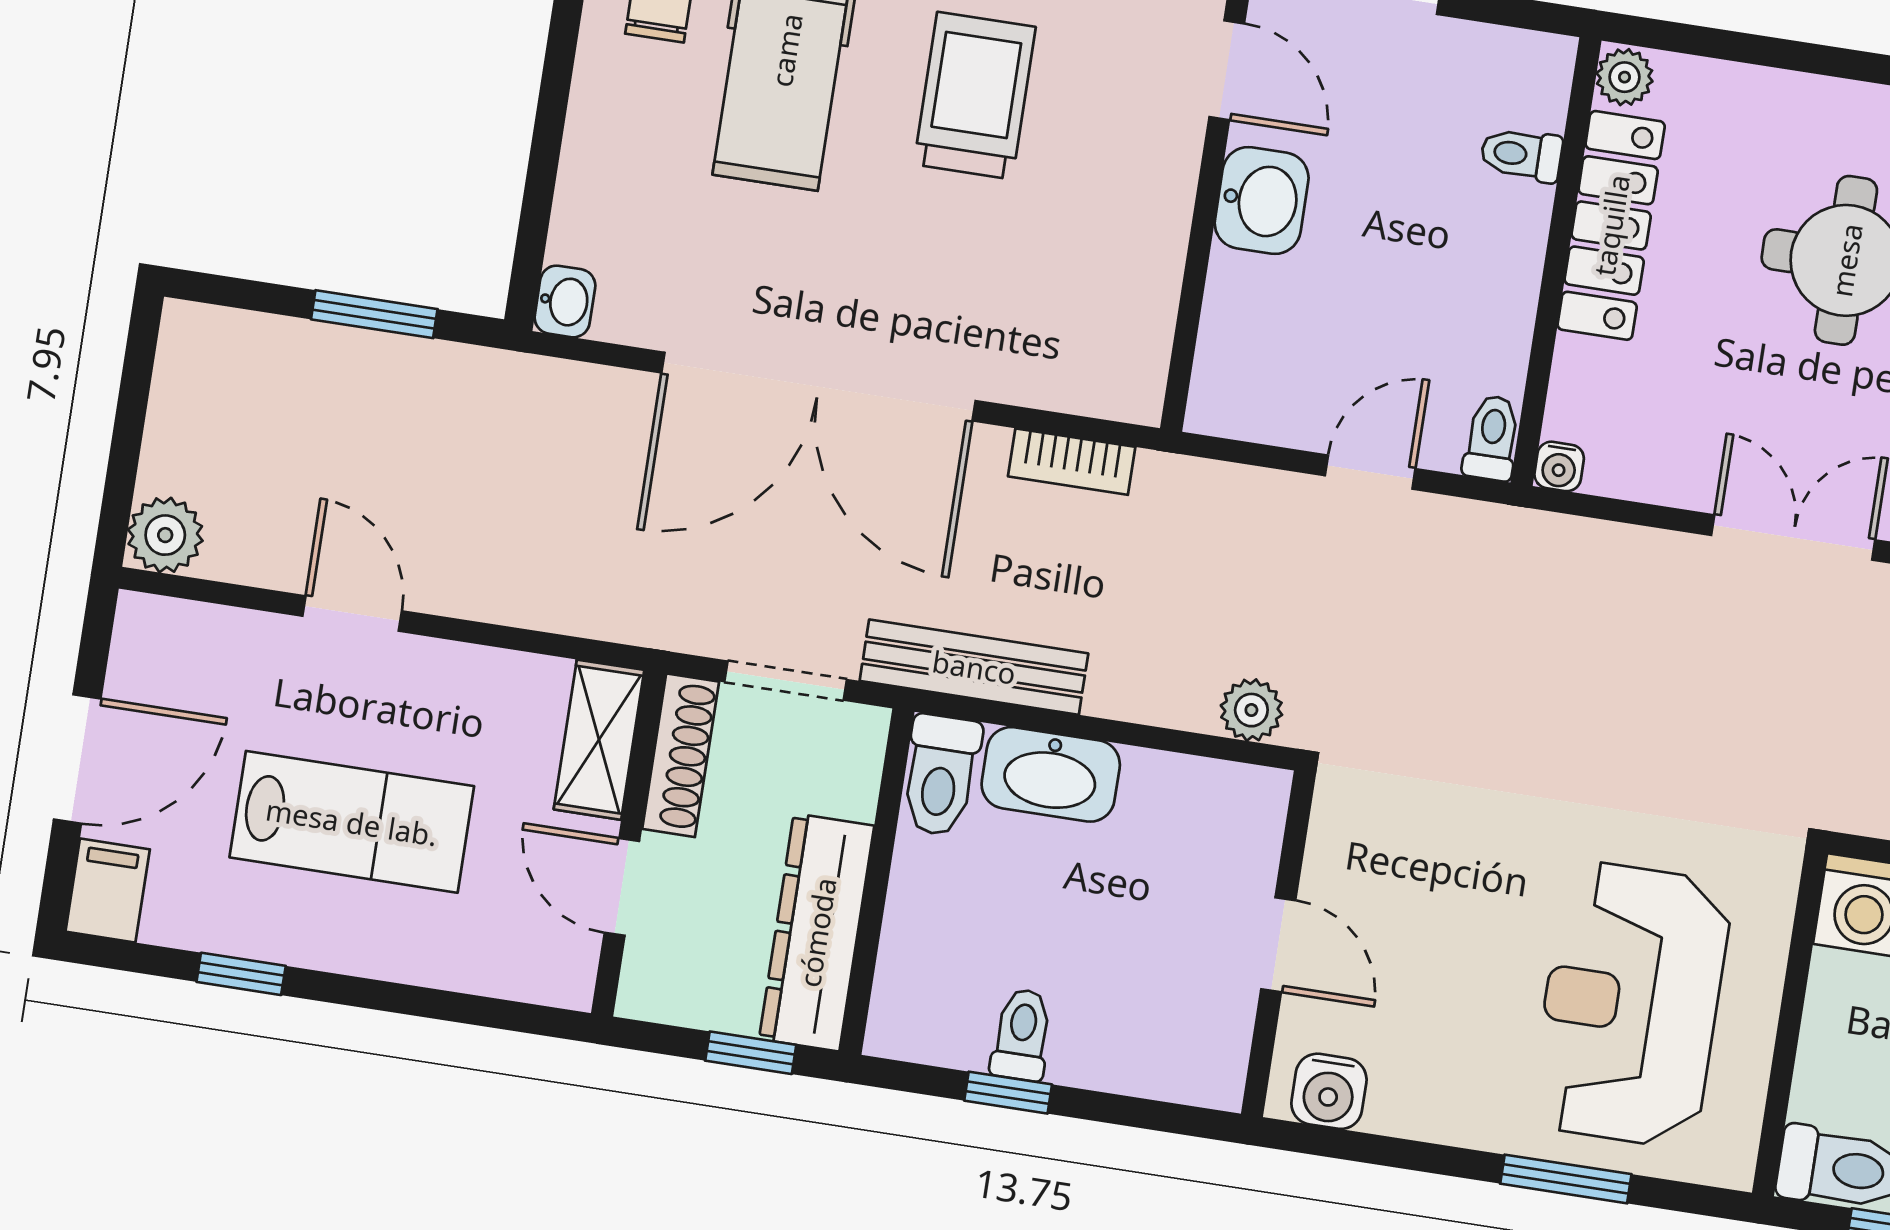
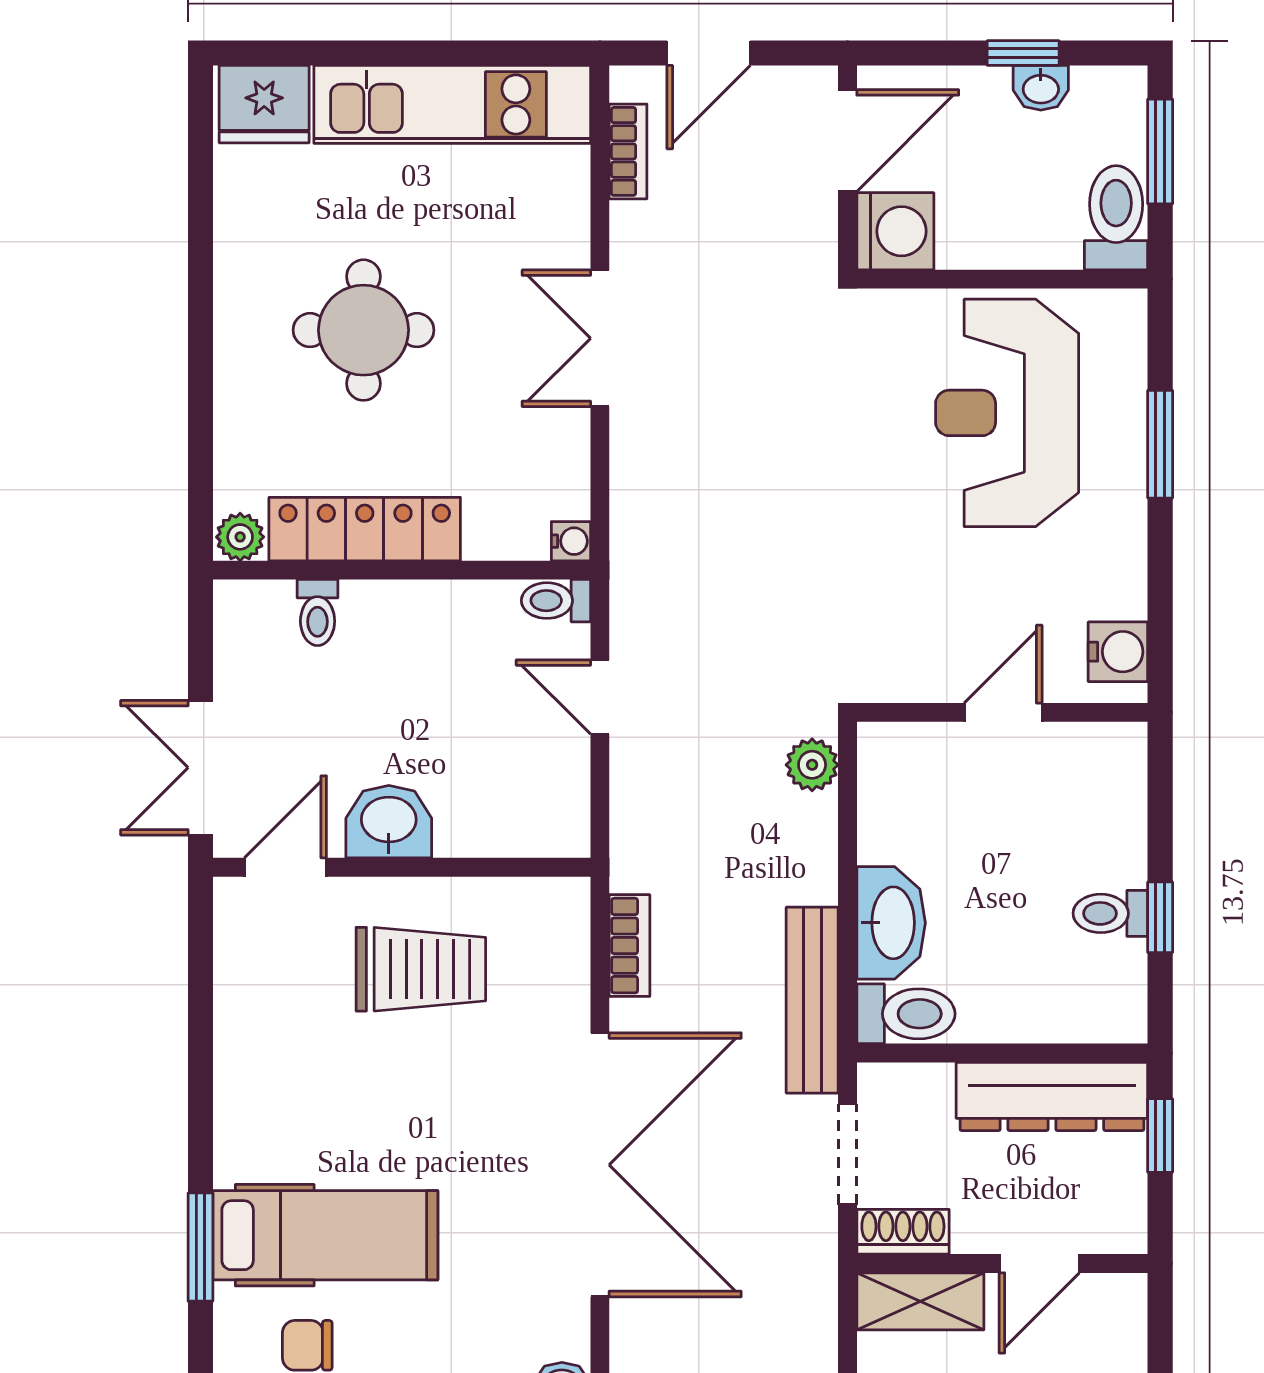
trolley: (975, 96) -> (421, 969), moved, turned 180
shoe rack: (681, 755) -> (903, 1232), width x0.70
reception desk: (1631, 1004) -> (1007, 413), turned 90

